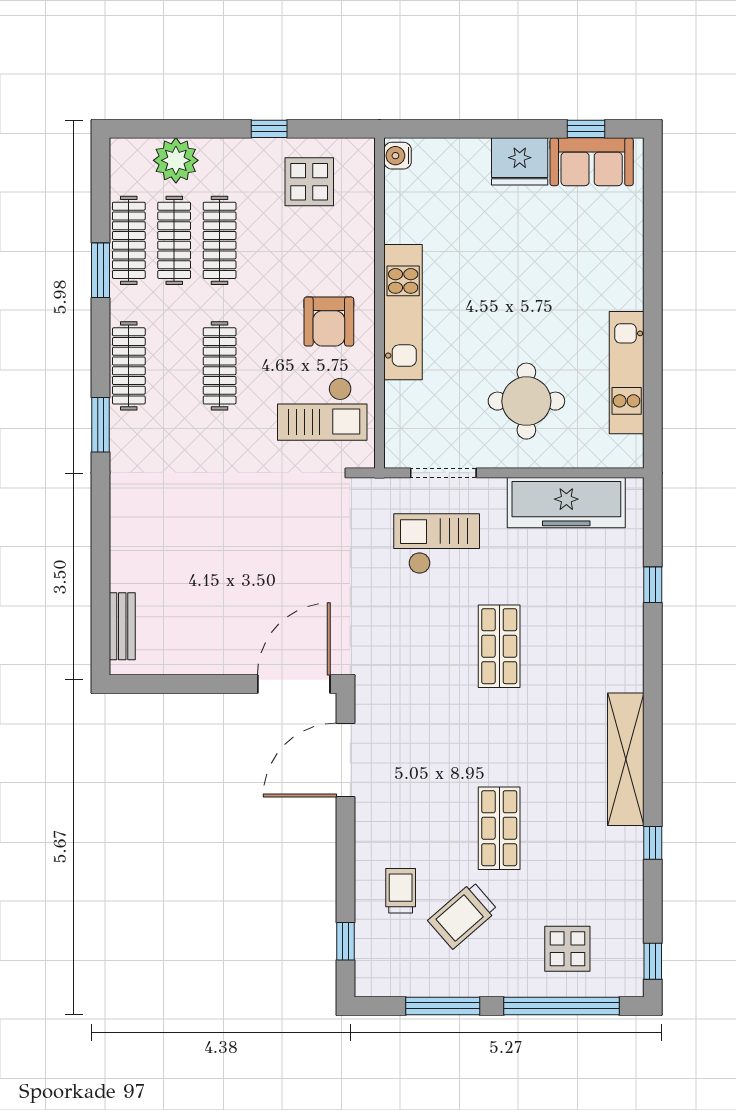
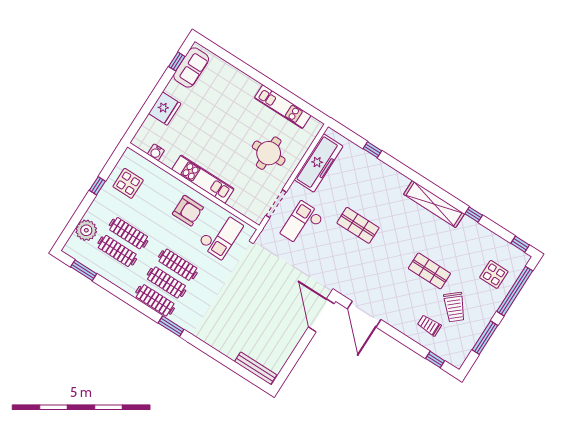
water cooler: (398, 156) -> (156, 152), moved
fridge: (520, 161) -> (165, 109), moved
clothes rail: (129, 240) -> (166, 282), moved
window: (101, 270) -> (84, 270), moved
bench: (122, 626) -> (256, 368), width x1.36

